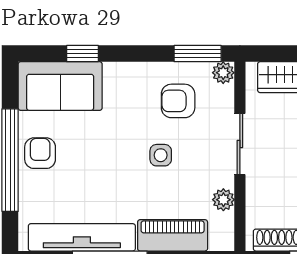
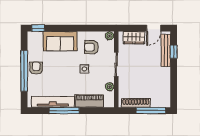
window: (82, 54) -> (38, 28), moved
window: (198, 54) -> (99, 28), removed
sofa: (60, 86) -> (60, 41), moved

